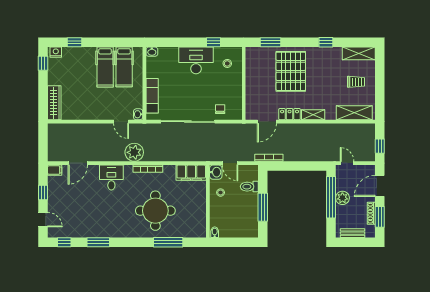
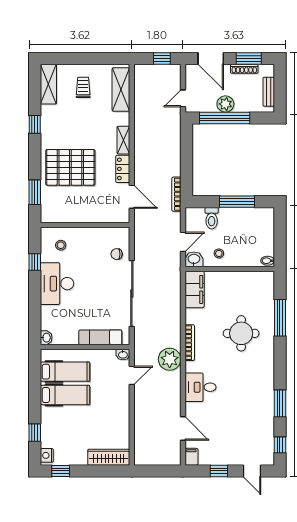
round table: (155, 211) -> (241, 333), width x0.73, depth x0.73
door: (43, 220) -> (252, 471), swing flipped

